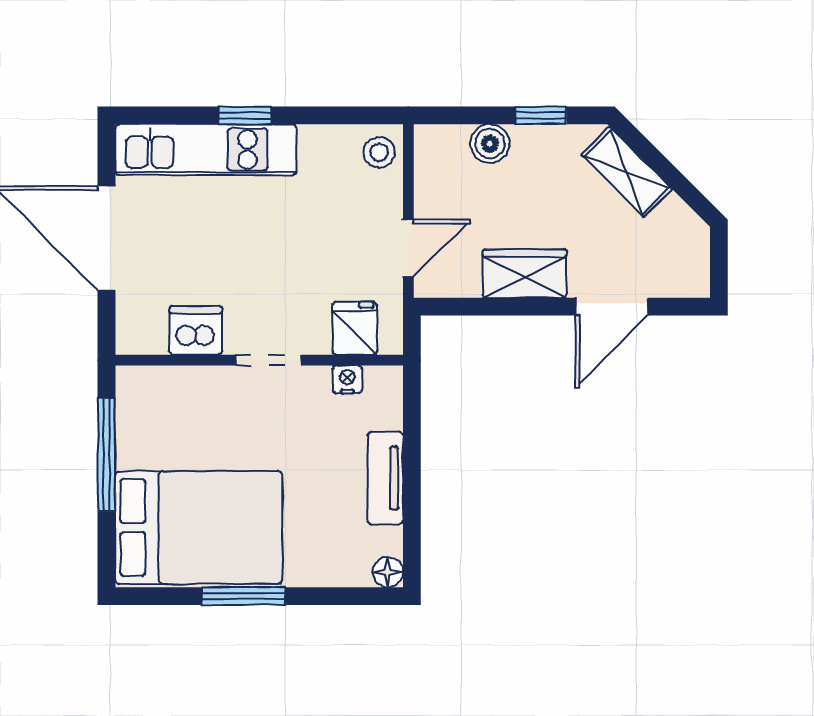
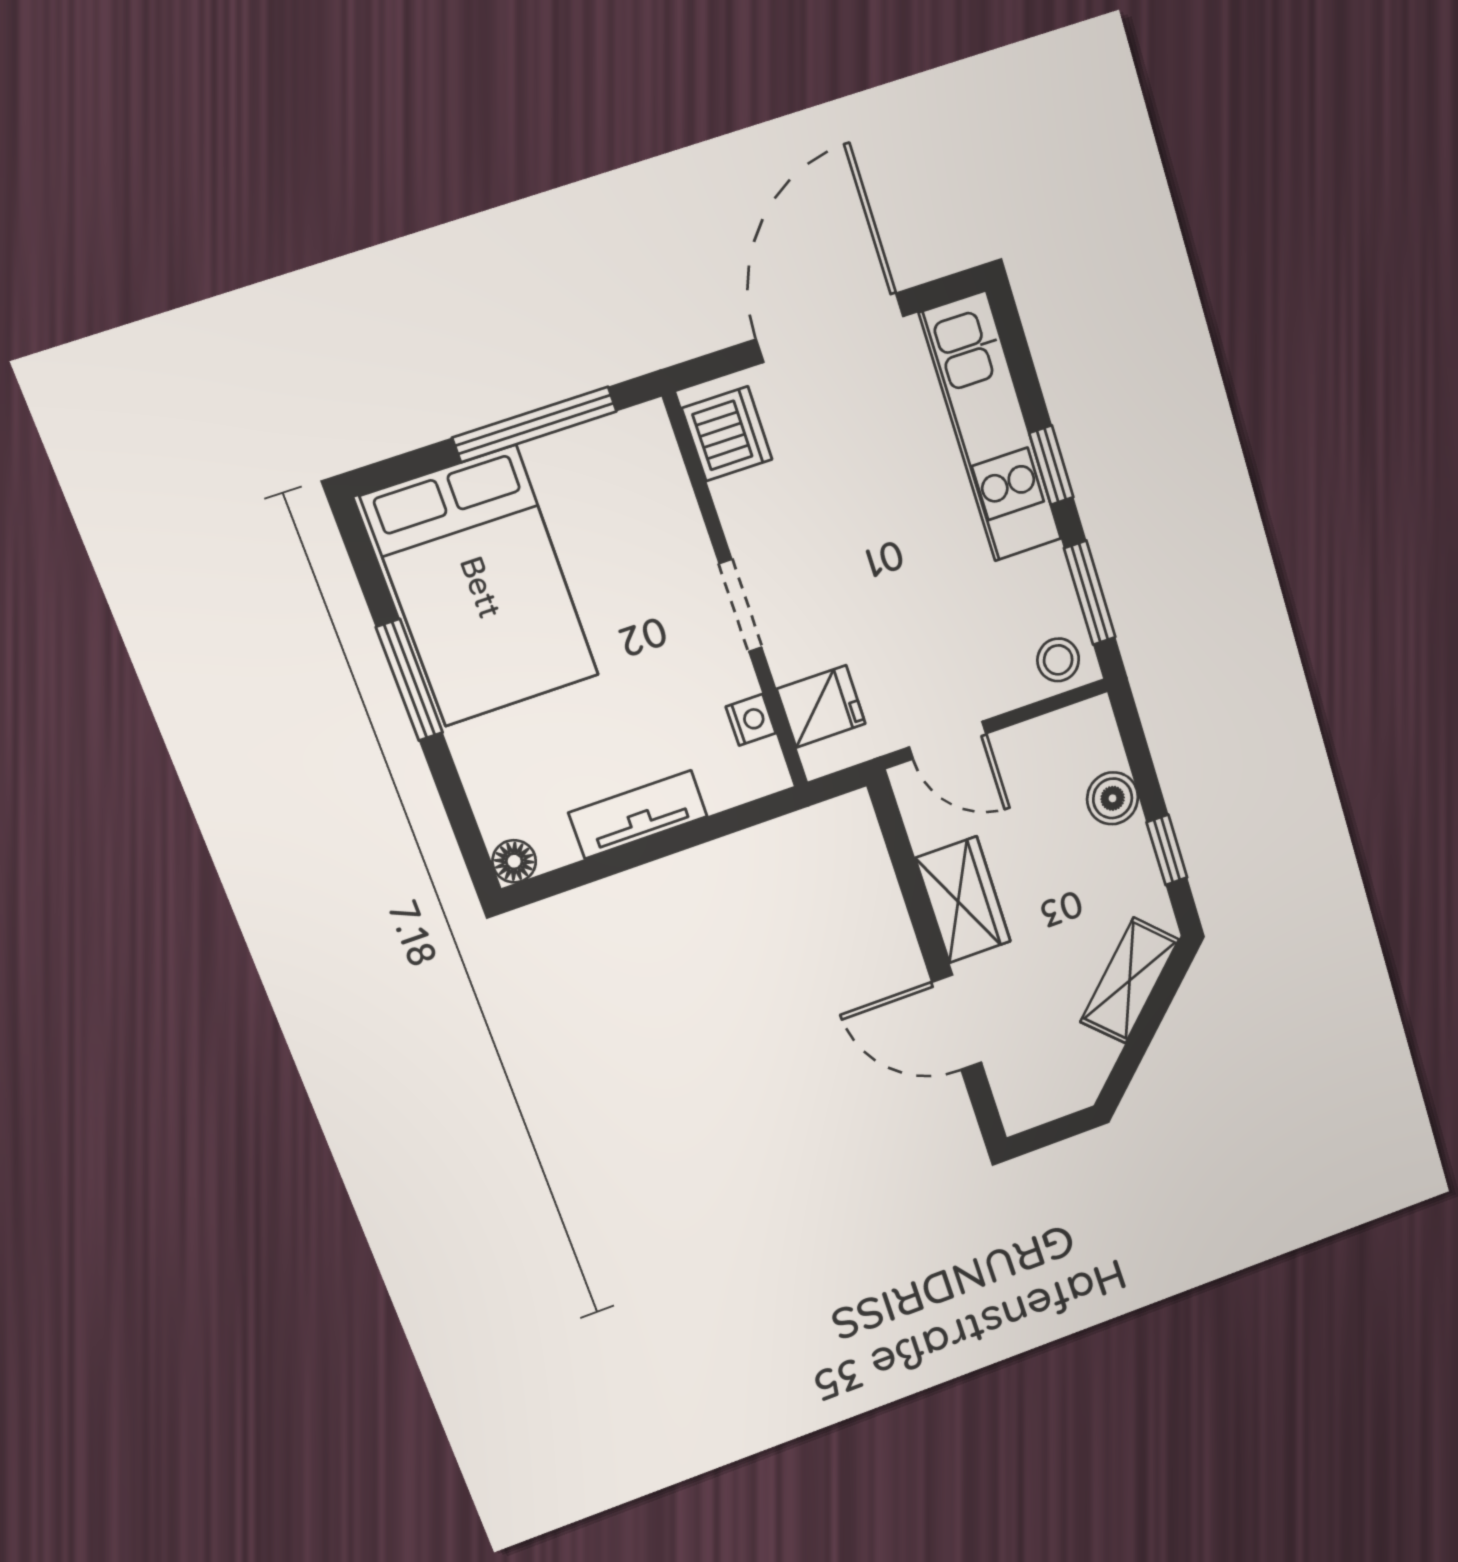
window: (340, 115) -> (1090, 593), added
dishwasher: (196, 330) -> (727, 434), moved

